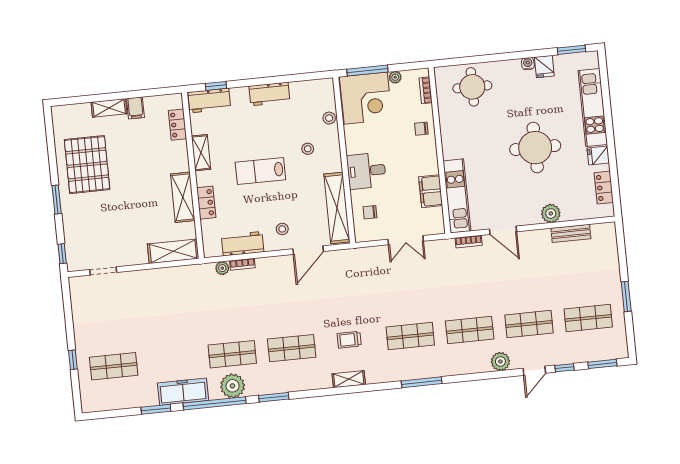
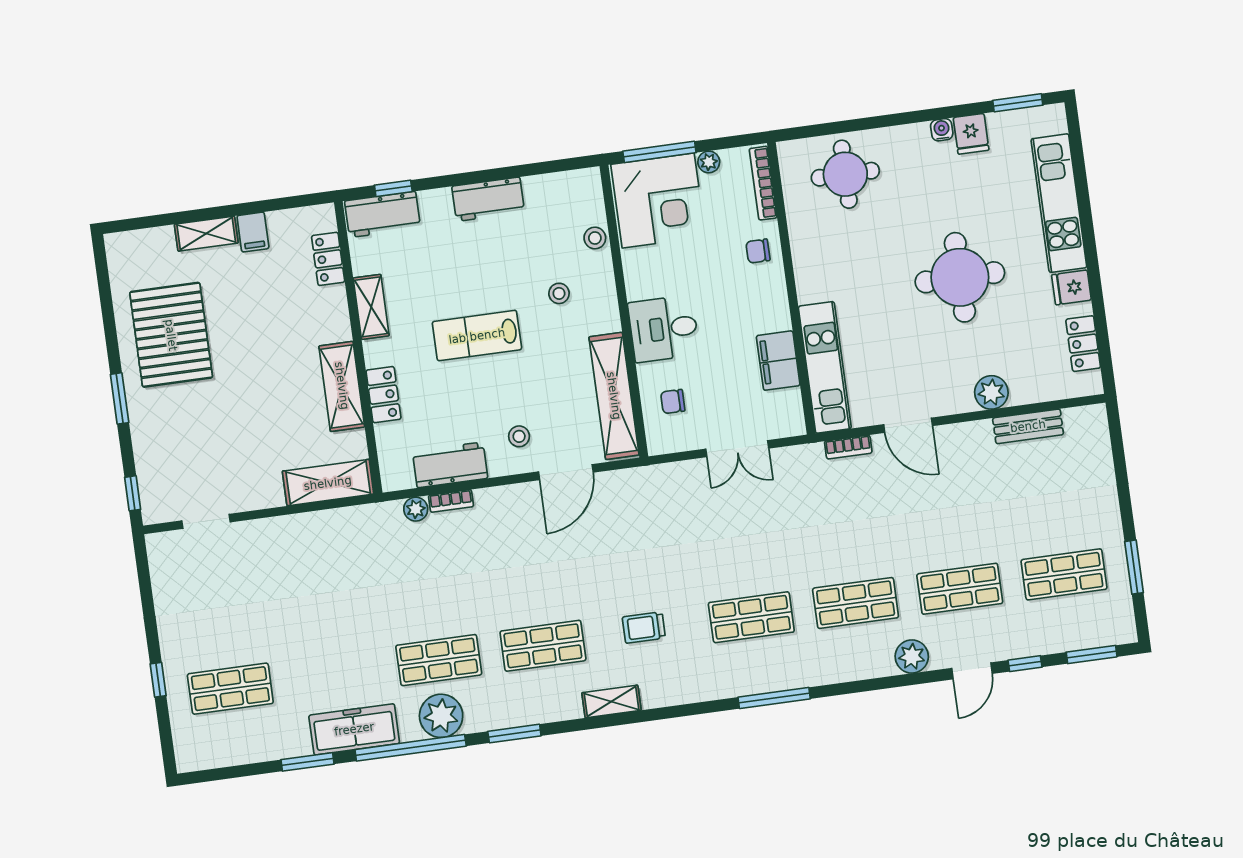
bookcase: (426, 90) -> (763, 183), width x1.56
window: (626, 297) -> (1134, 567), moved
shelving: (349, 379) -> (611, 702), moved

